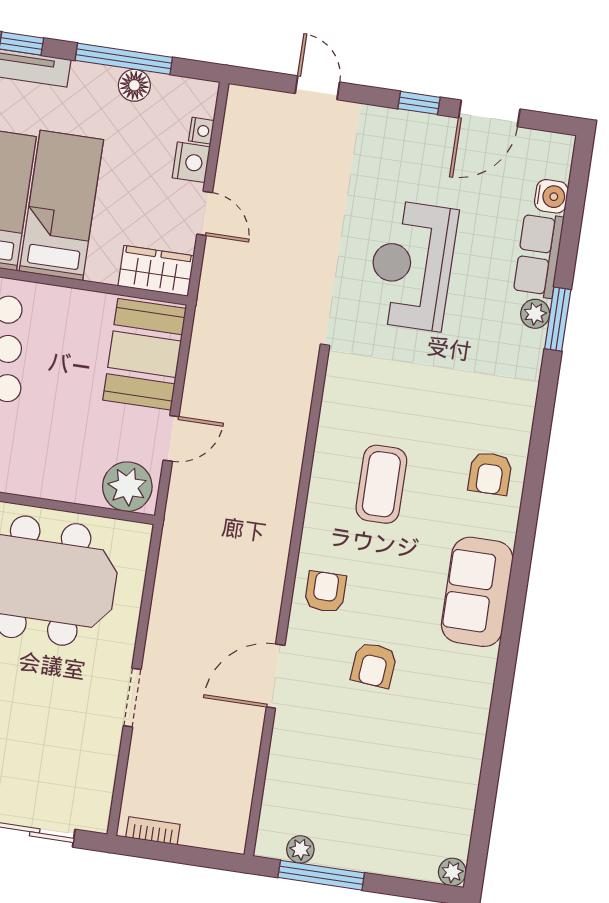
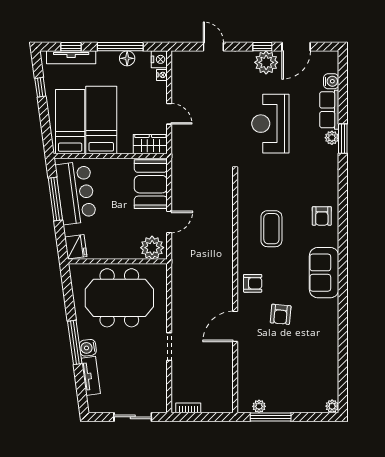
plant: (422, 137) -> (266, 62), added
nightstand: (191, 162) -> (159, 59), moved
armchair: (325, 592) -> (253, 283), turned 90

